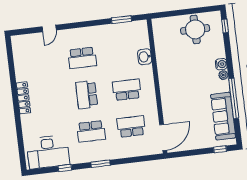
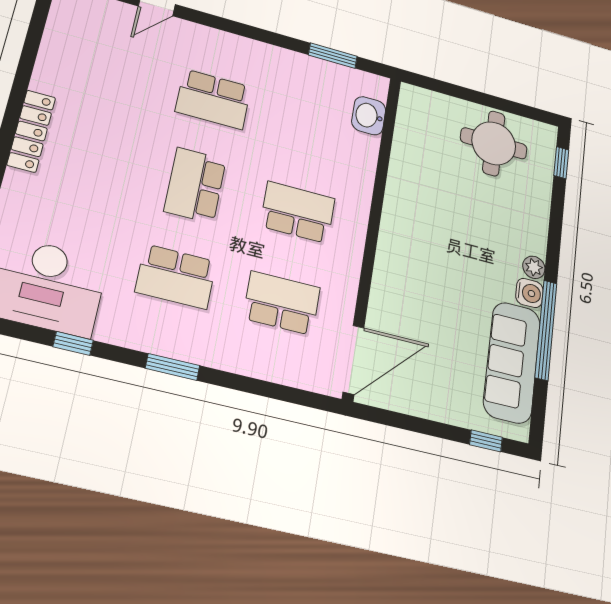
washbasin: (145, 57) -> (369, 116), moved
water cooler: (221, 64) -> (529, 293), moved

